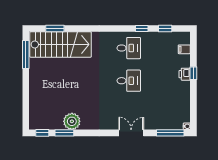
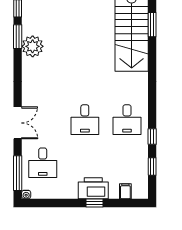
printer: (185, 74) -> (93, 188), width x1.87, depth x1.48
desk: (162, 113) -> (43, 163), added

